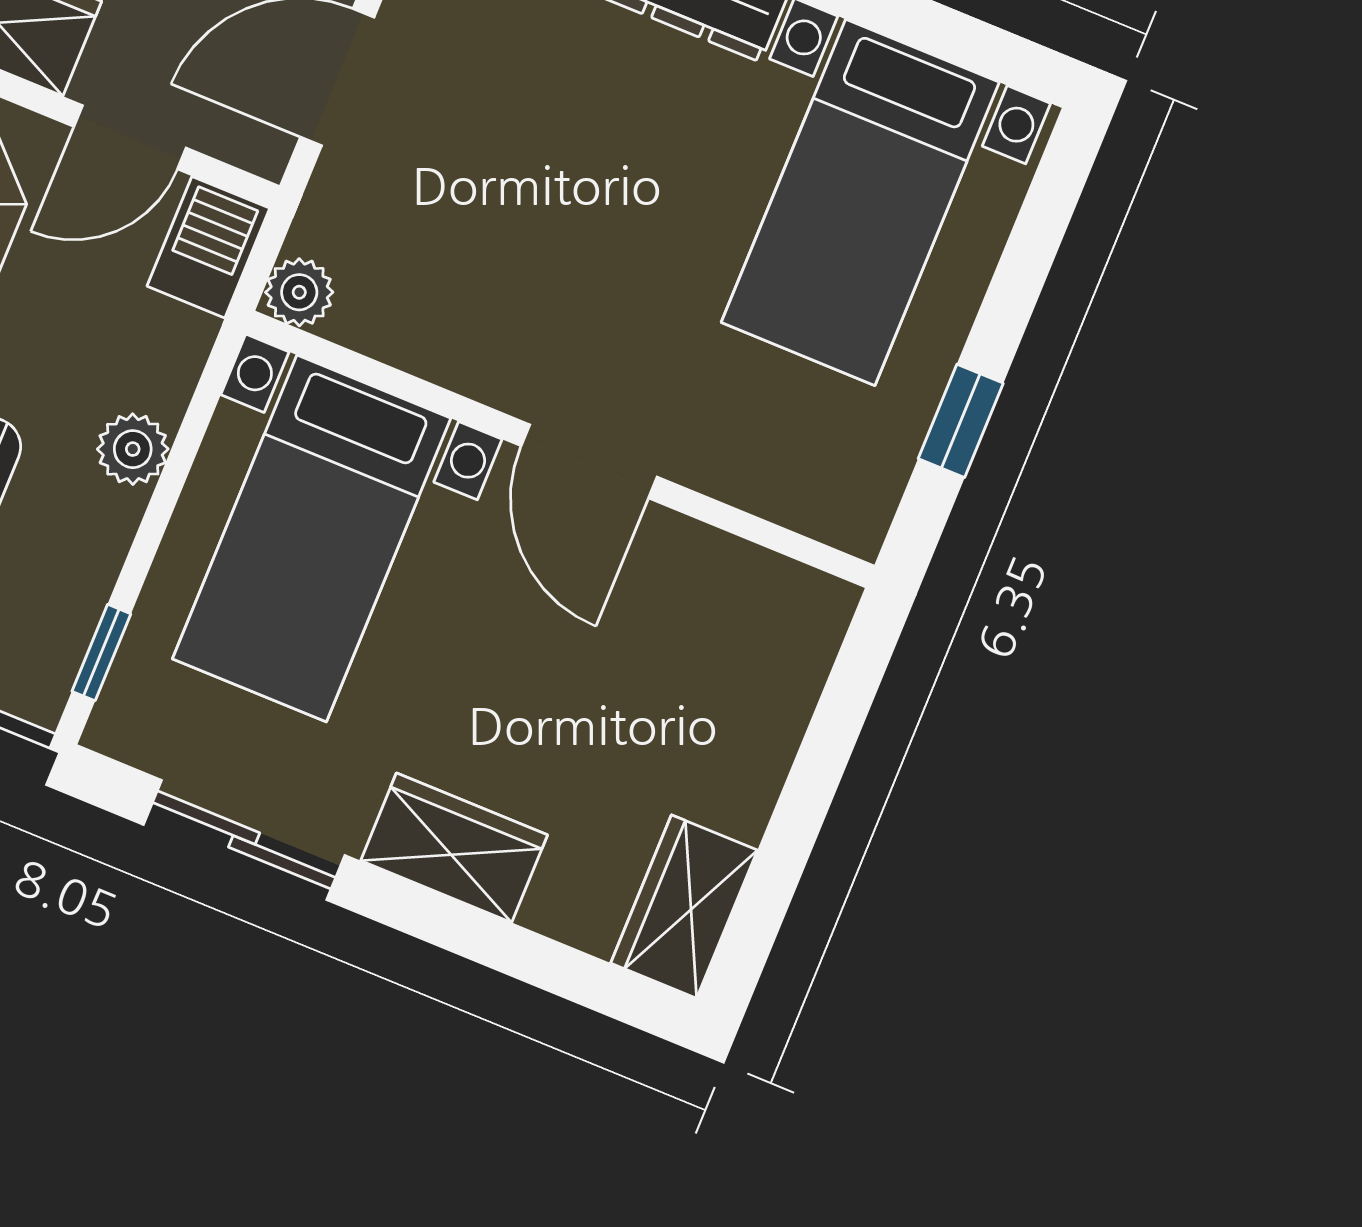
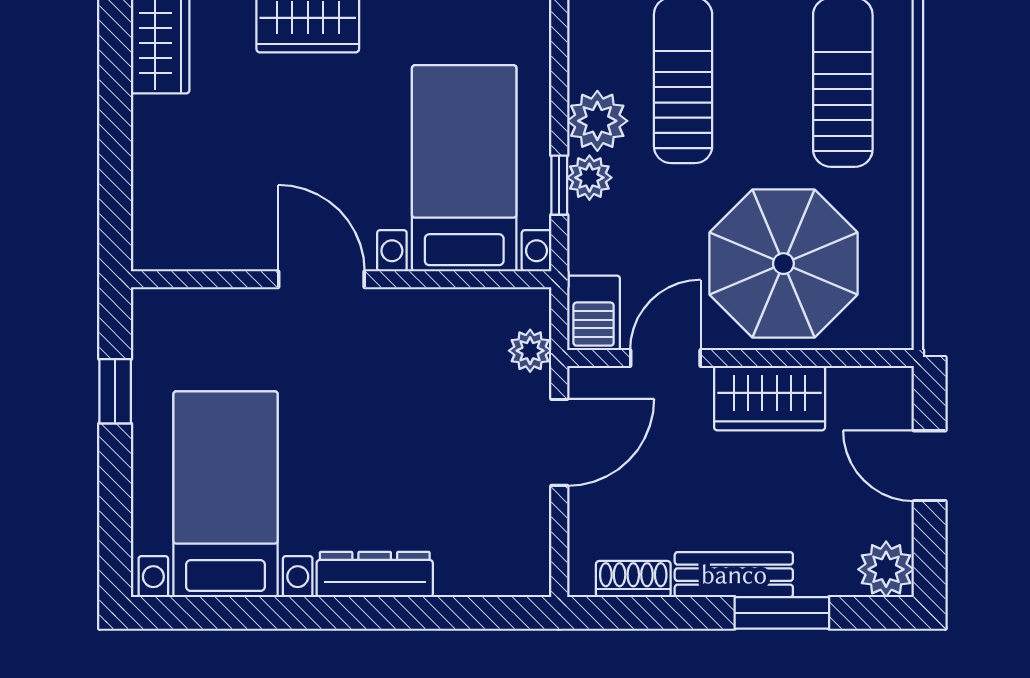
plant: (299, 292) -> (530, 351), moved
plant: (87, 528) -> (597, 121), added
window: (101, 653) -> (559, 185), moved

